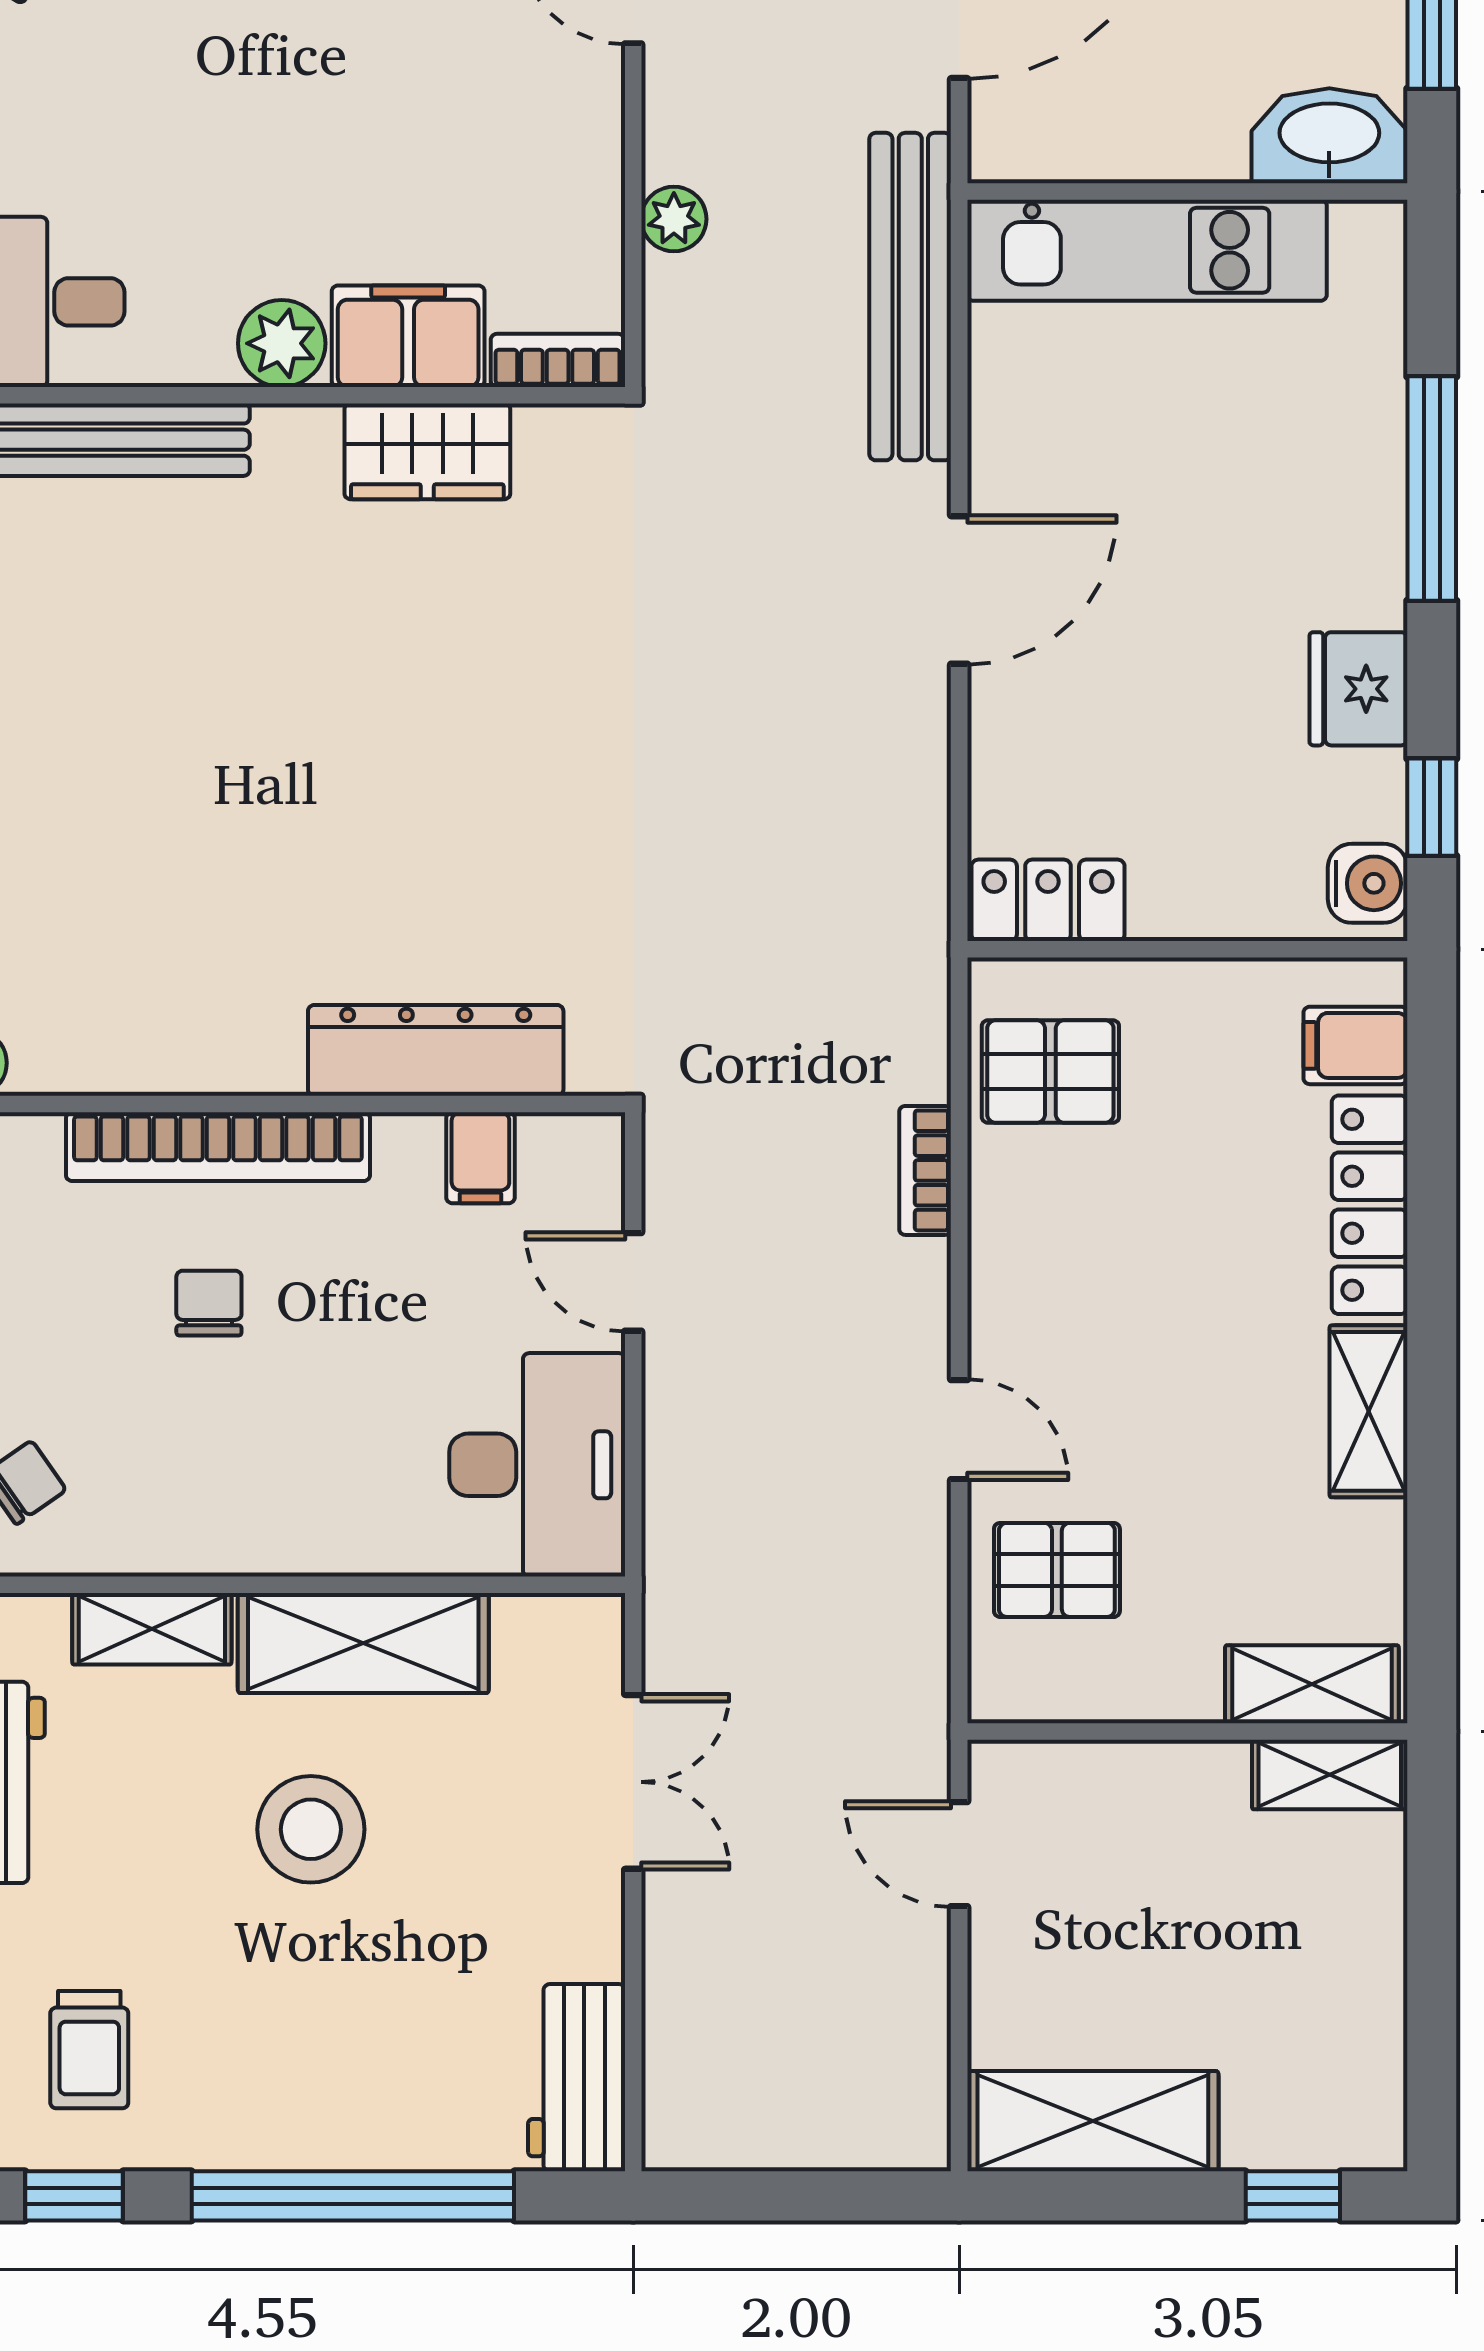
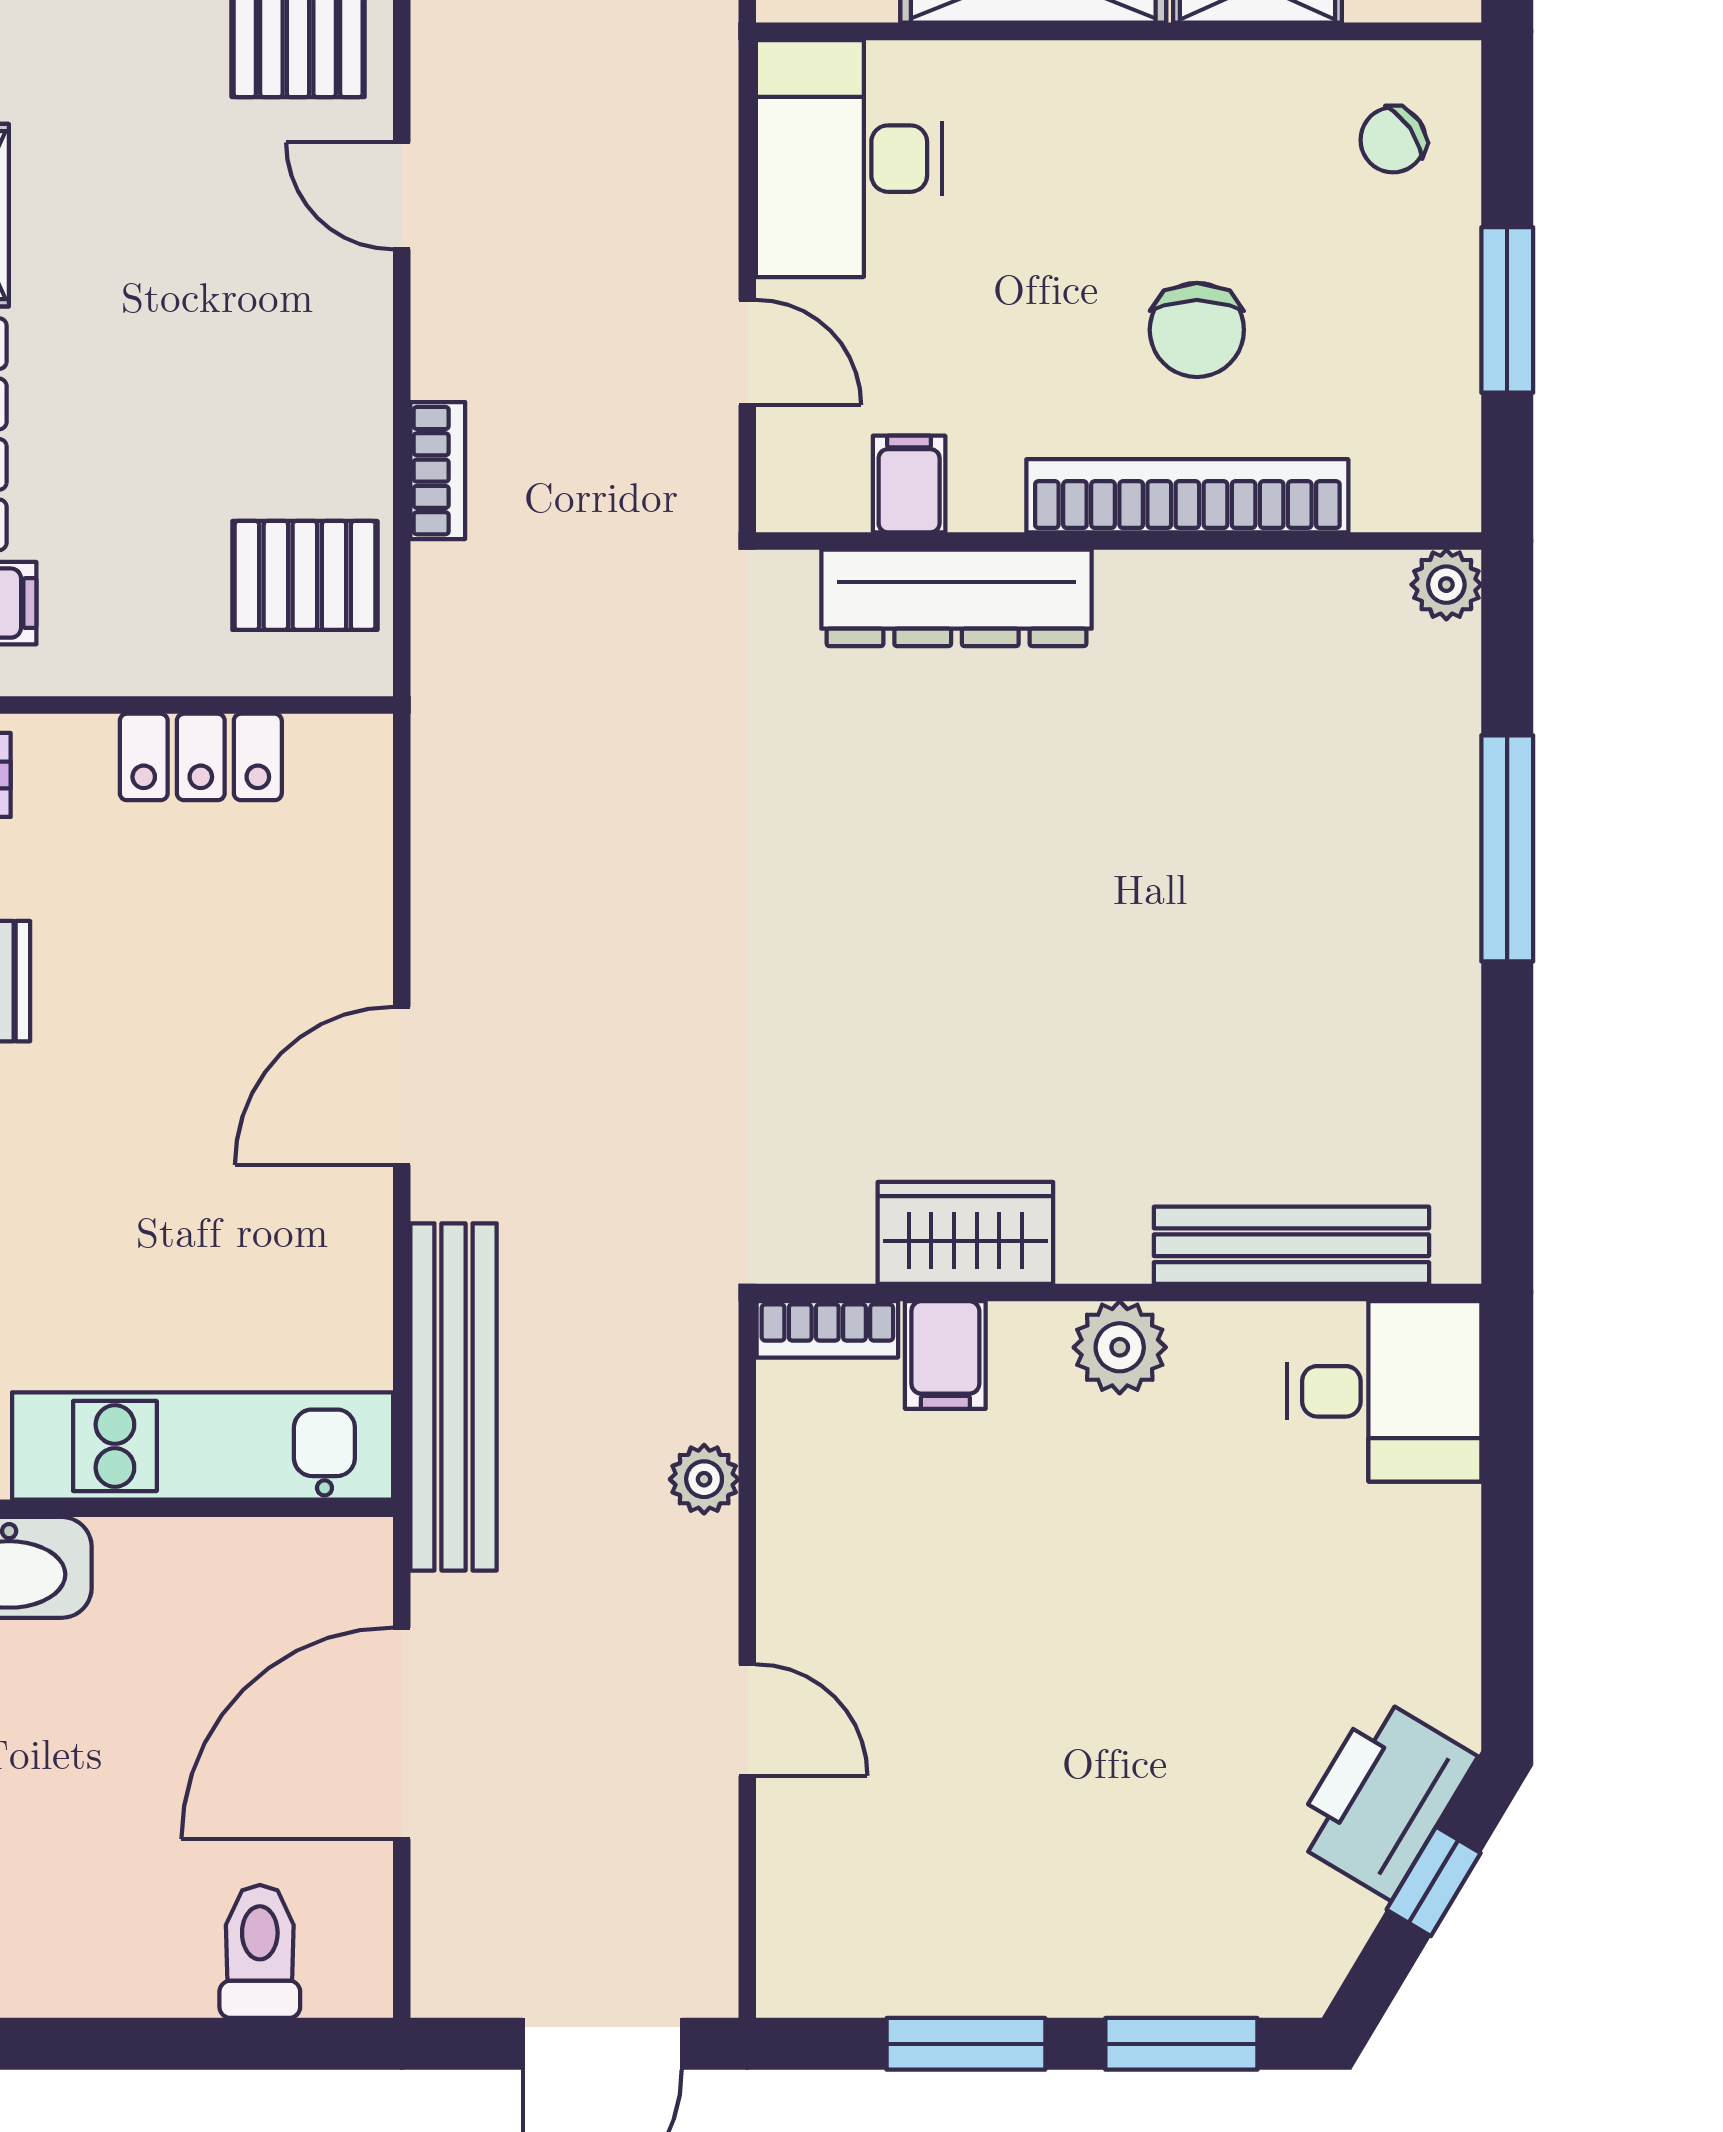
filing cabinet: (408, 336) -> (945, 1355), width x0.50
locker: (1048, 900) -> (201, 757), moved
chair: (209, 1303) -> (1197, 330), width x1.37, depth x1.37

